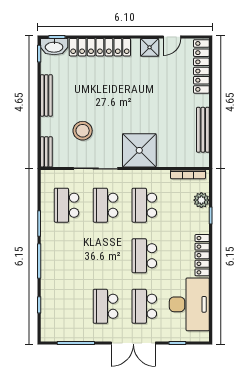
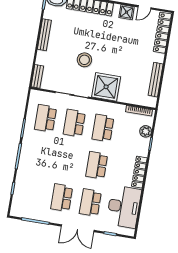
stool: (83, 131) -> (84, 60), moved

